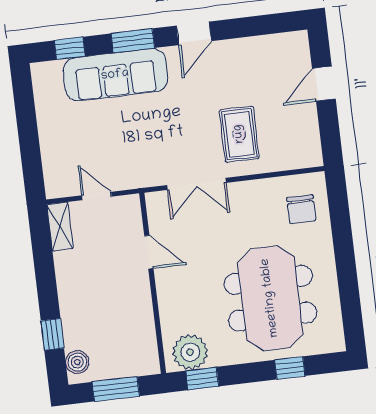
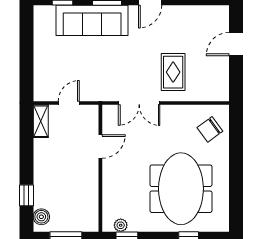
door: (97, 196) -> (69, 103), hinge flipped
chair: (301, 209) -> (210, 129), turned 54
door: (149, 252) -> (100, 146), hinge flipped
plant: (190, 352) -> (121, 225), width x0.53, depth x0.53

